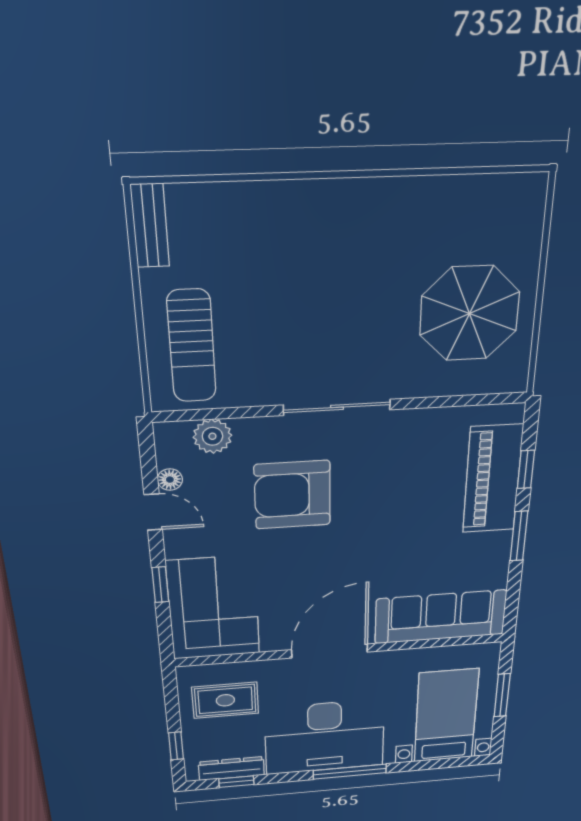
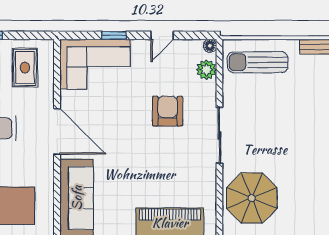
parasol: (469, 314) -> (252, 198), moved
floor lamp: (170, 480) -> (210, 46), moved
armchair: (293, 495) -> (168, 111), width x0.73, depth x0.73

